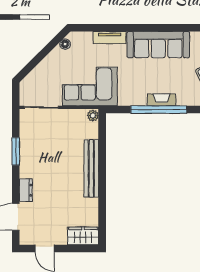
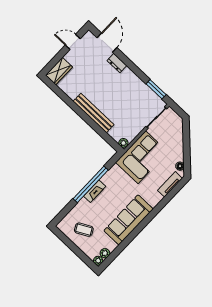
tv unit: (110, 38) -> (170, 184), moved
window: (16, 151) -> (156, 89), moved

